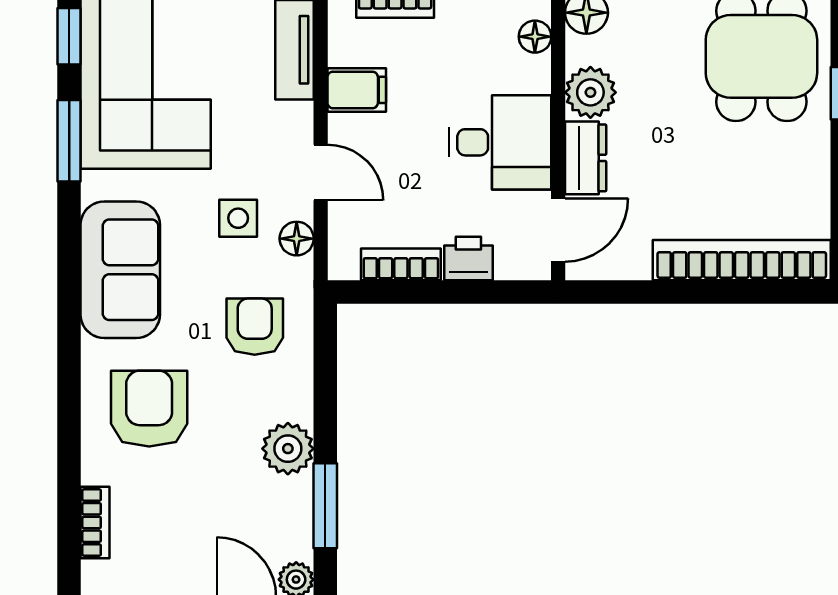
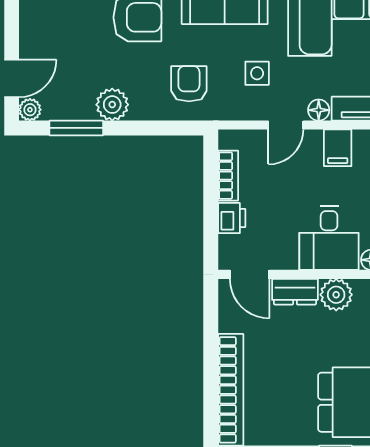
desk: (500, 142) -> (329, 238), moved
floor lamp: (297, 239) -> (319, 110), moved
armchair: (255, 327) -> (189, 84), turned -90

